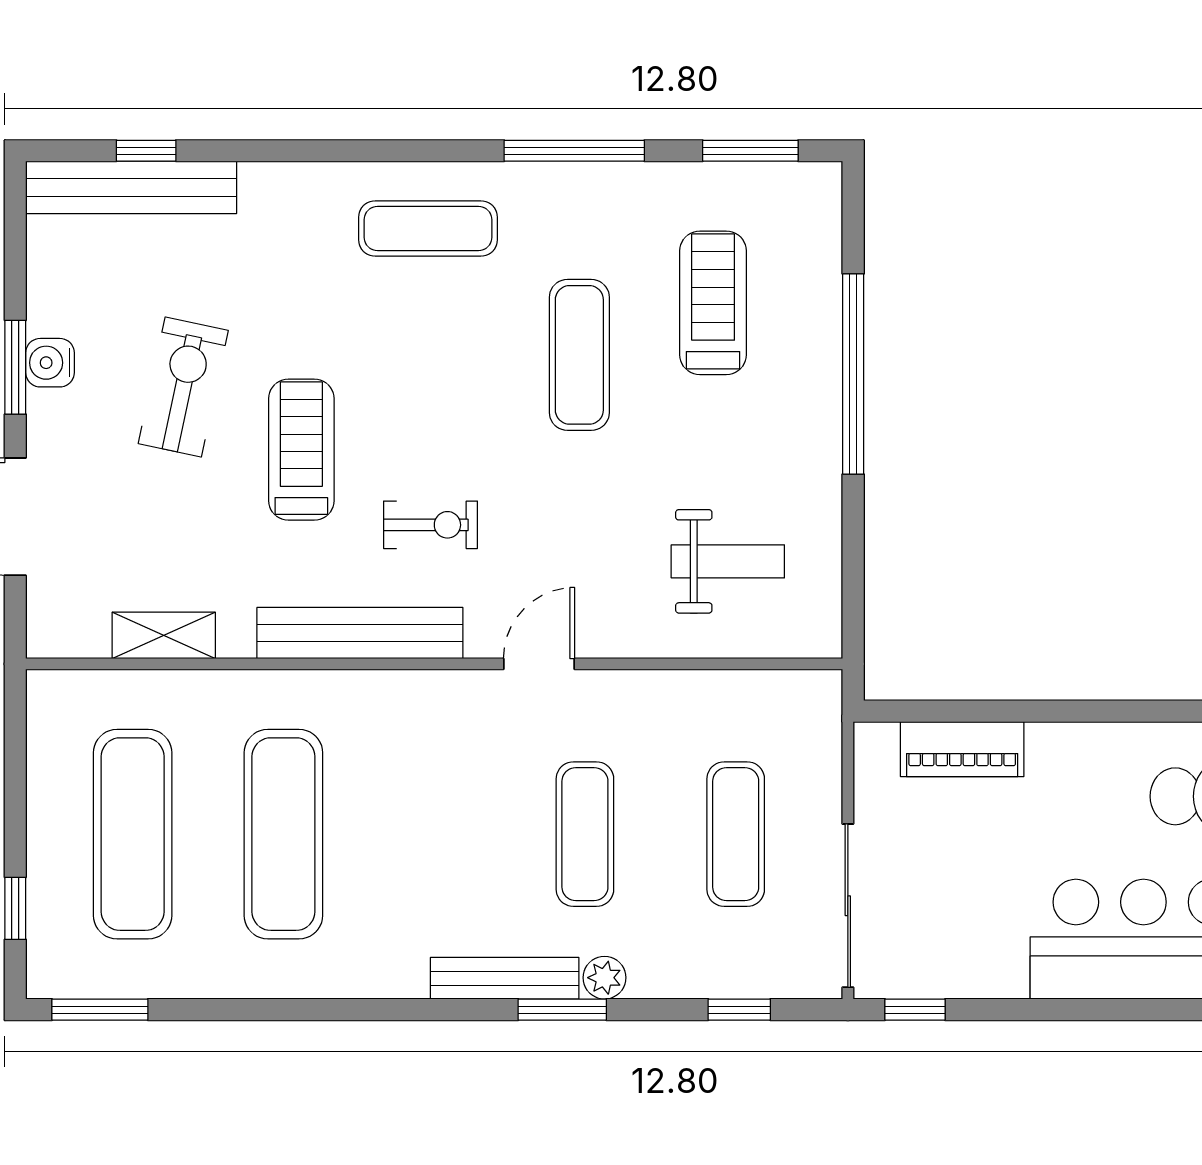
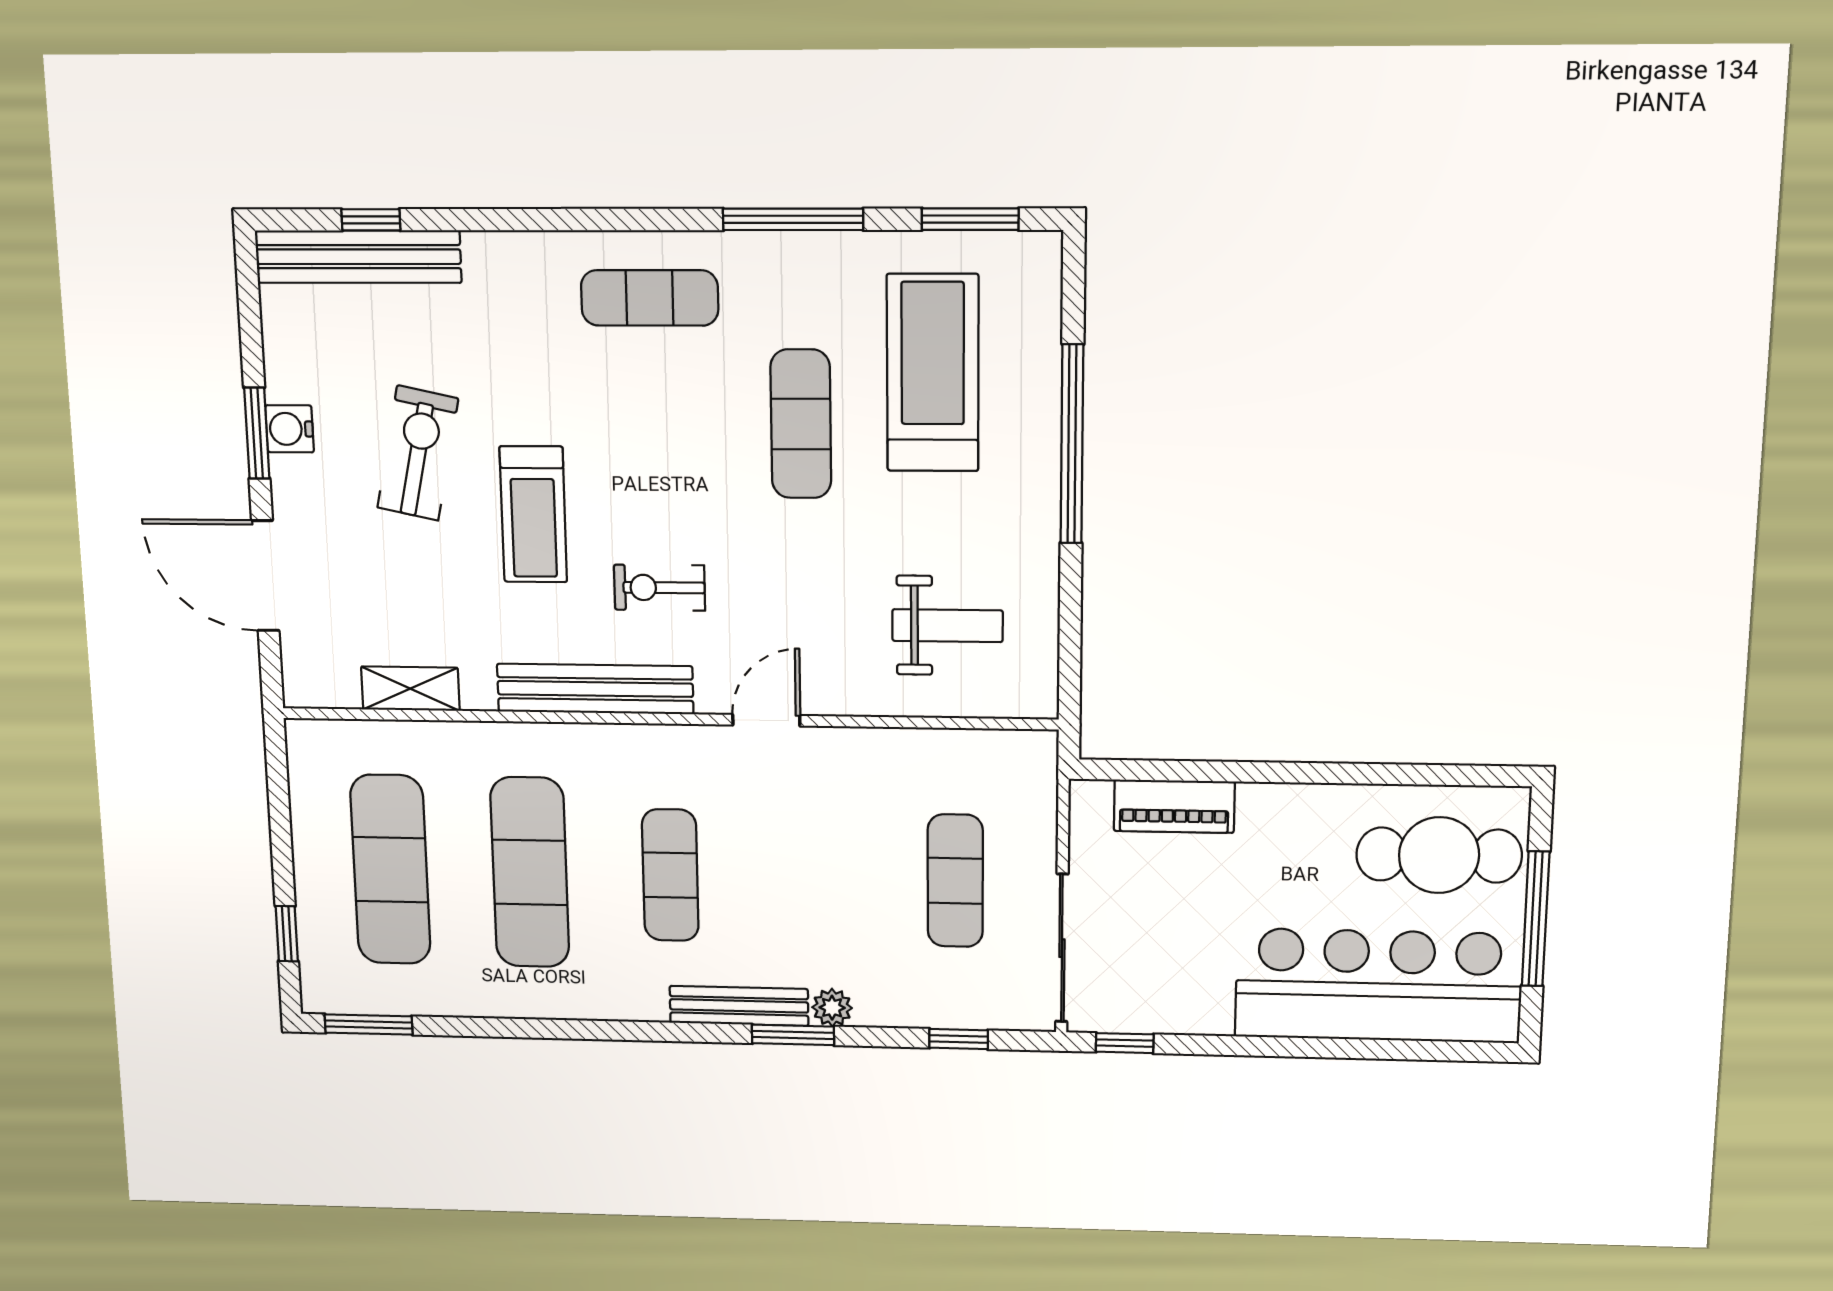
treadmill: (713, 303) -> (933, 373), width x1.37, depth x1.38
treadmill: (301, 450) -> (533, 514), turned 180
exercise bike: (431, 525) -> (660, 588), turned 180
exercise mat: (585, 834) -> (670, 875), moved

